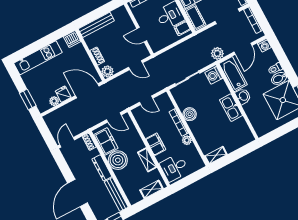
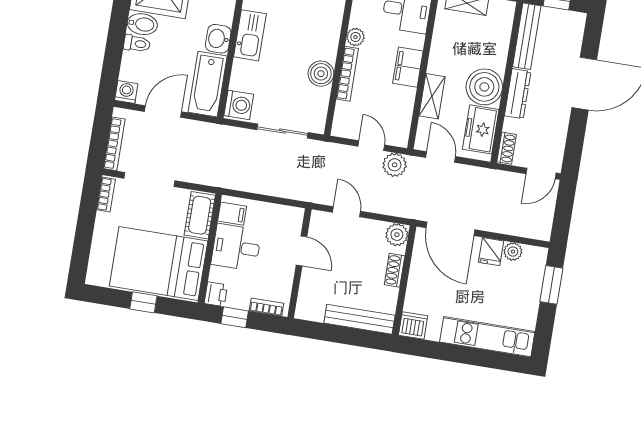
plant: (217, 53) -> (395, 165), moved
shelving: (147, 160) -> (432, 96), moved

